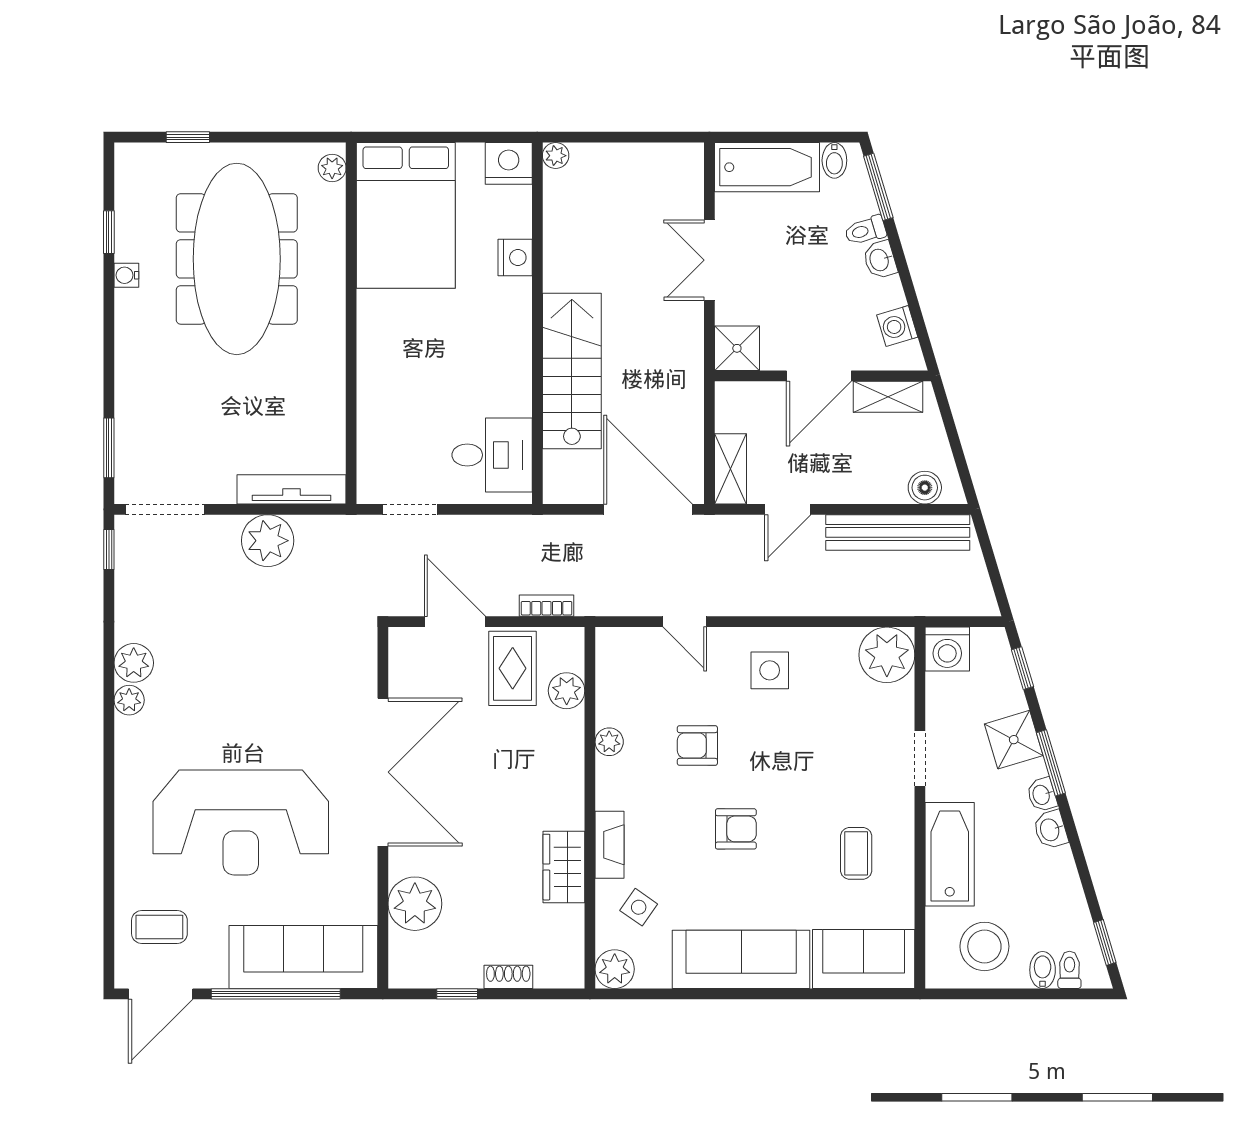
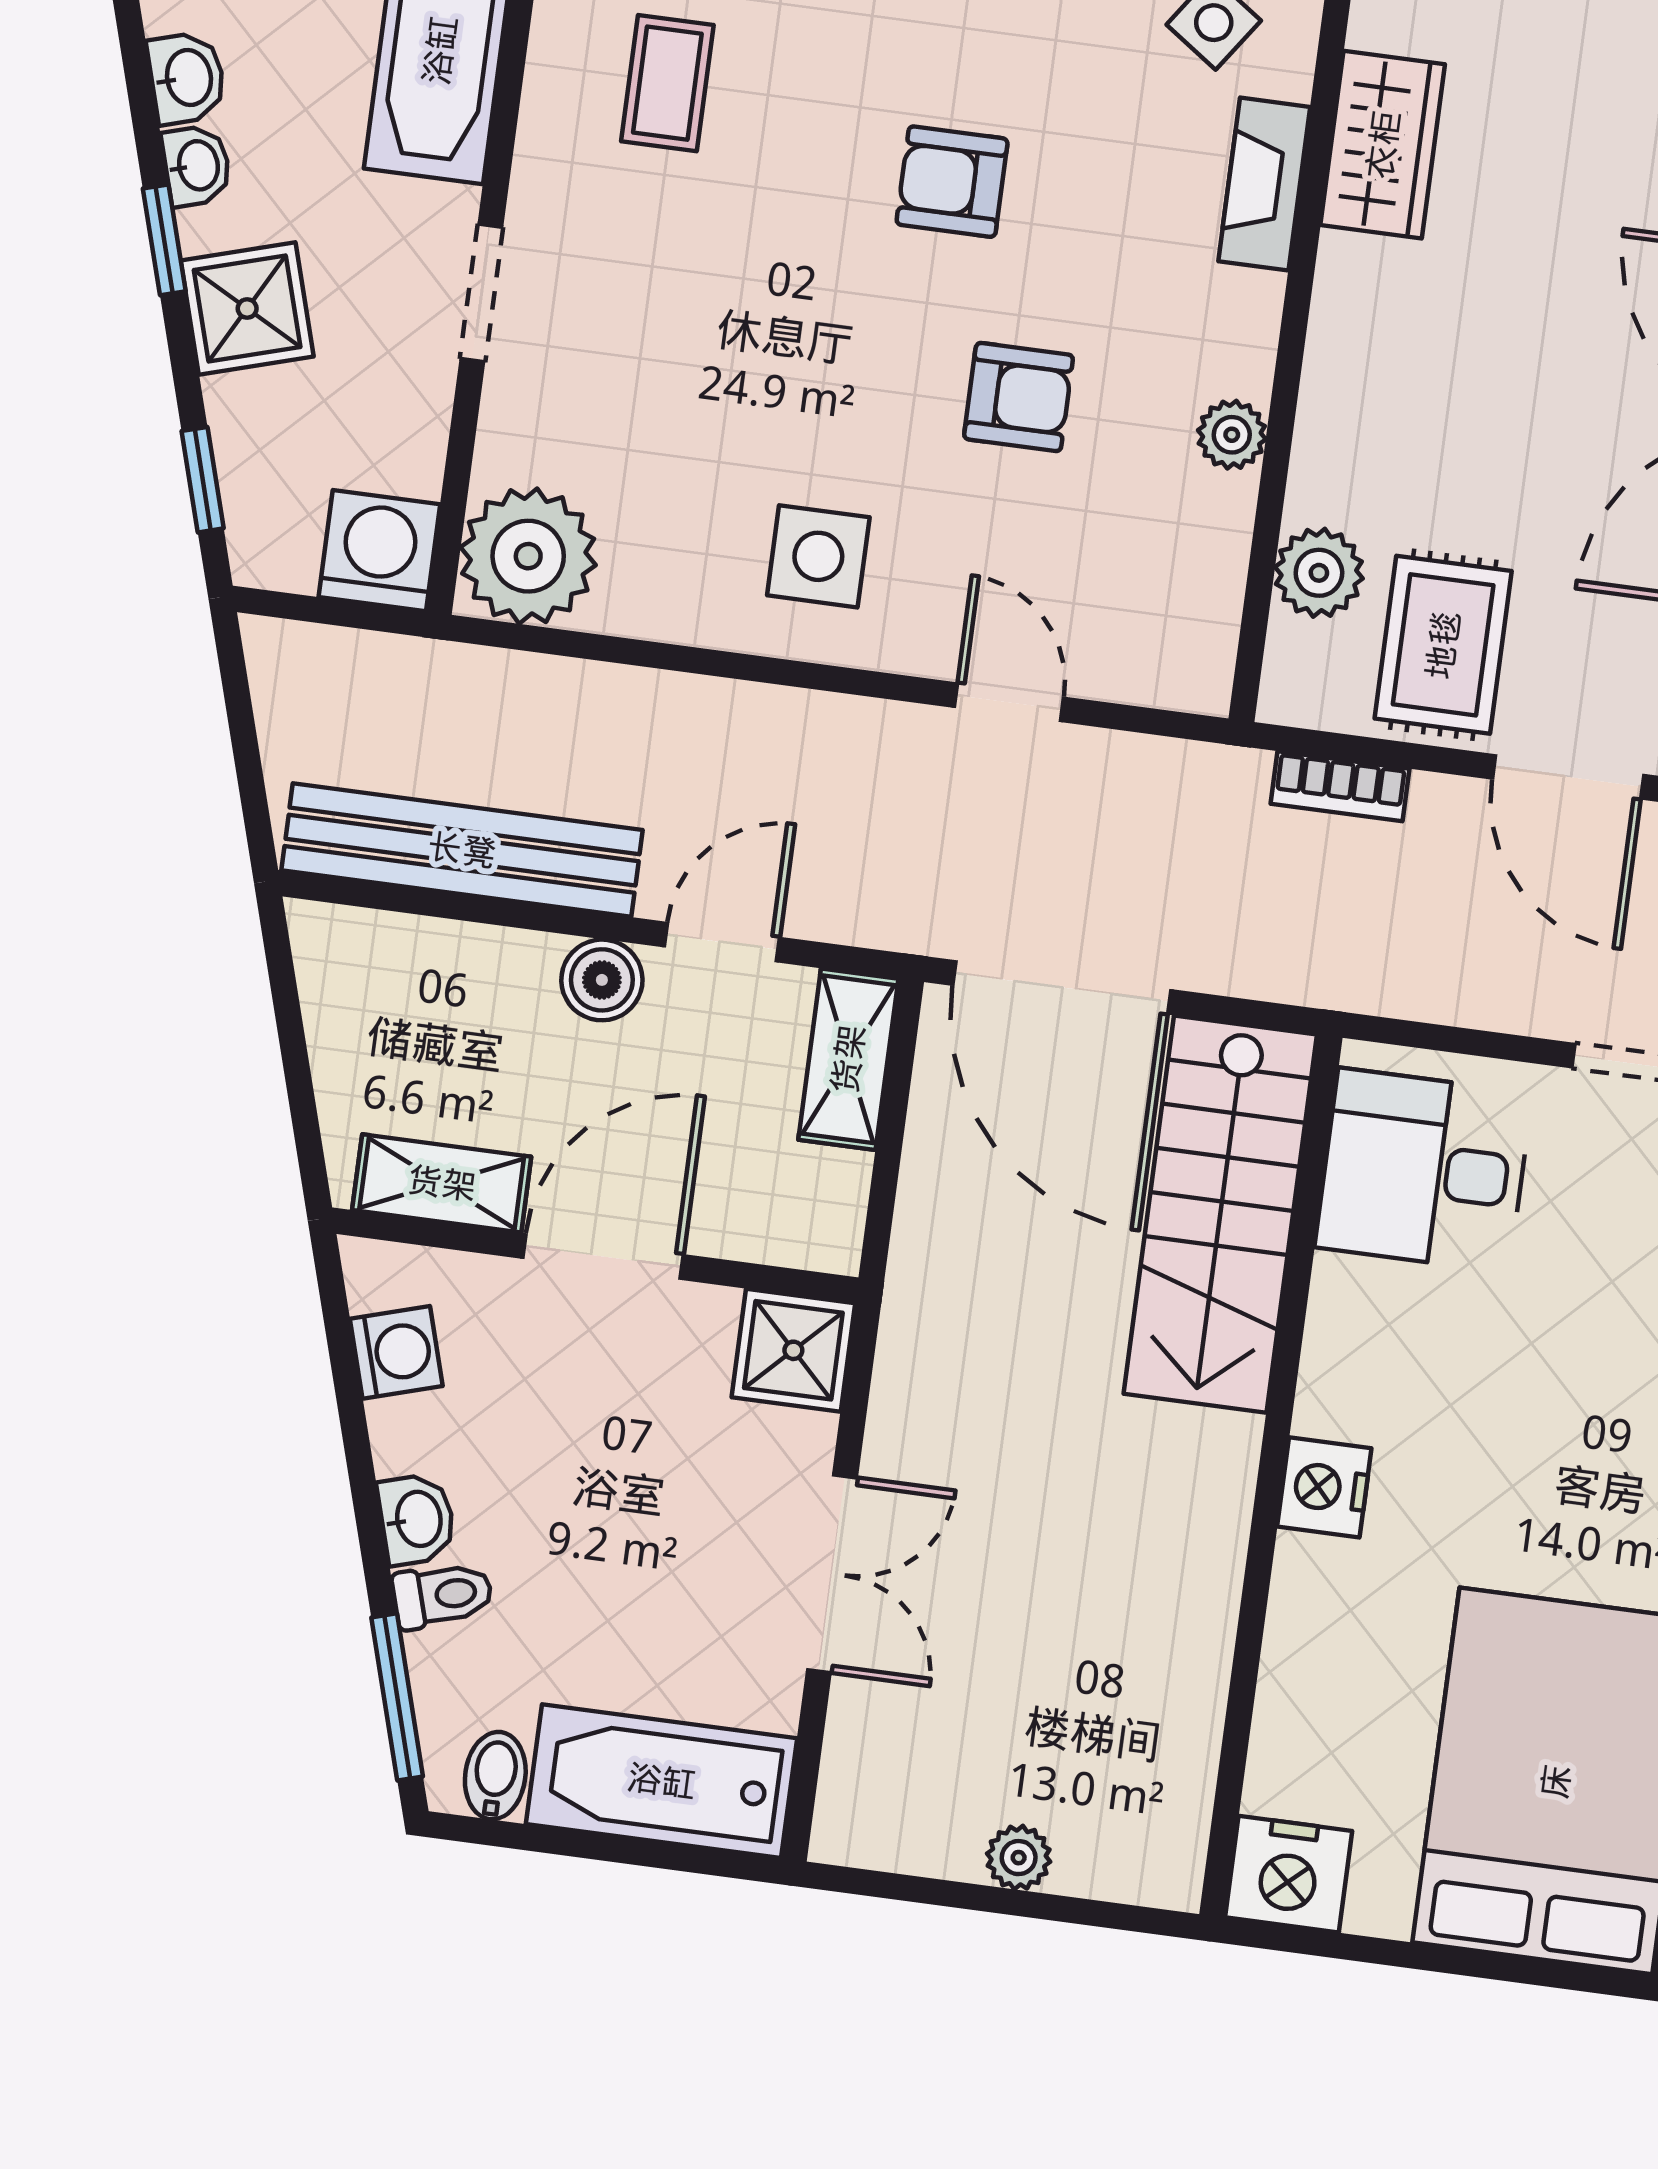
plant: (556, 156) -> (1019, 1858), moved
nightstand: (515, 258) -> (1324, 1487), moved
stairs: (572, 371) -> (1220, 1214), moved
boiler: (925, 488) -> (602, 980), moved
window: (1051, 763) -> (164, 240), width x0.67

